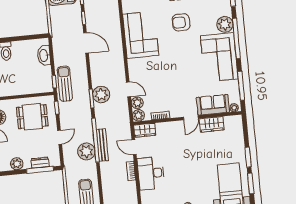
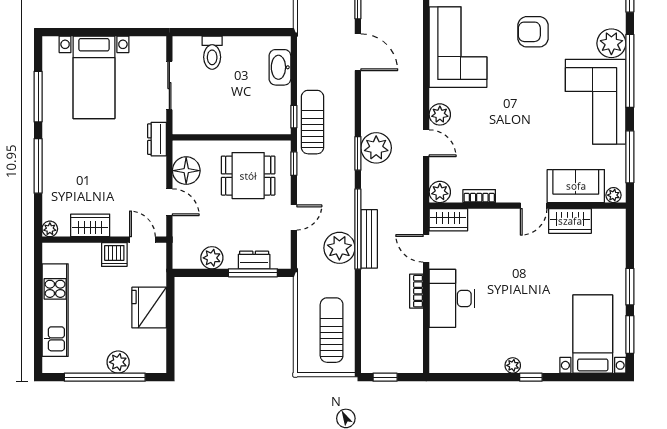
plant: (137, 103) -> (440, 114), moved

